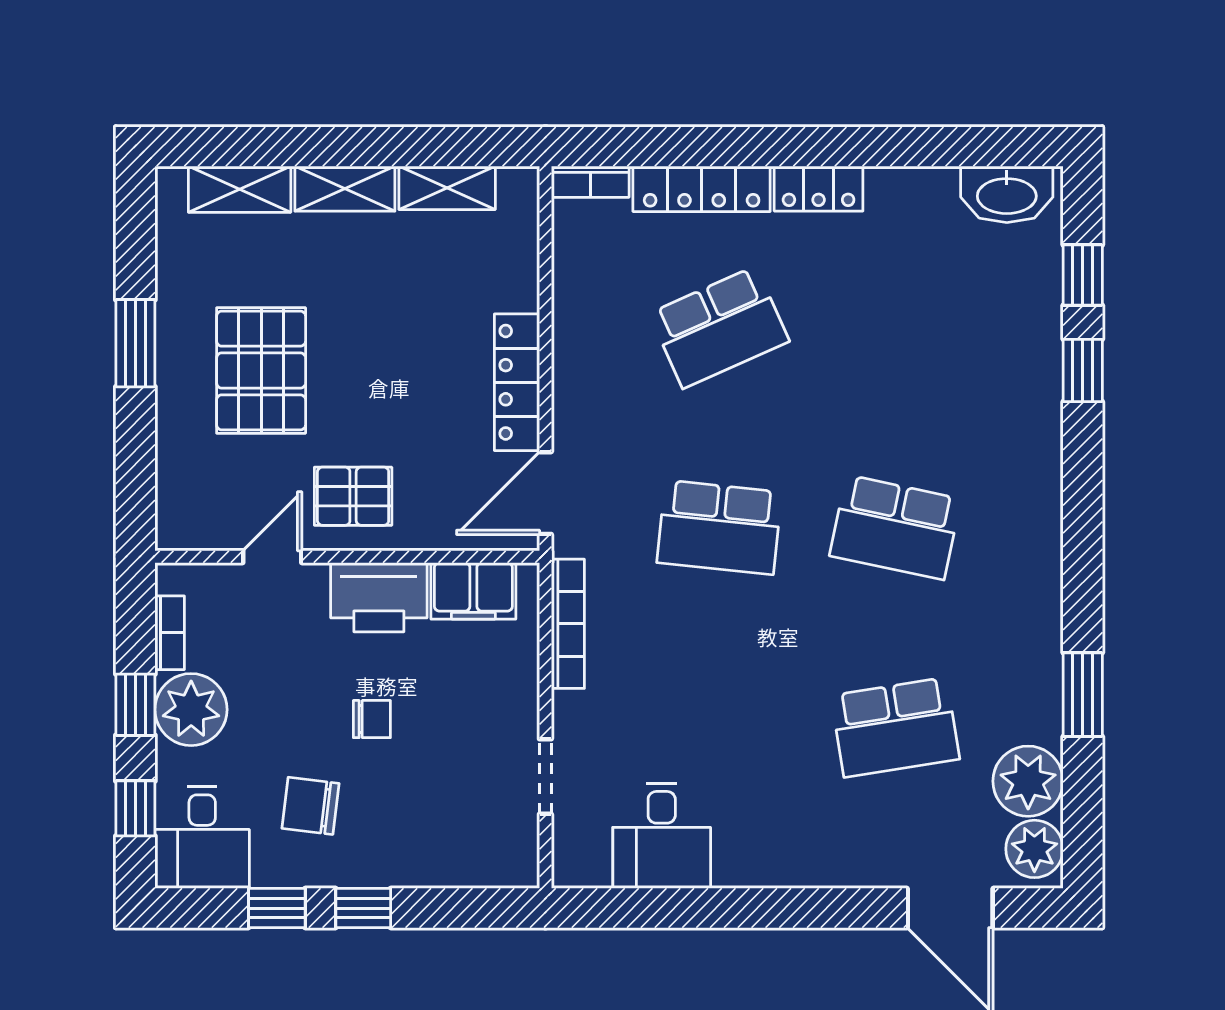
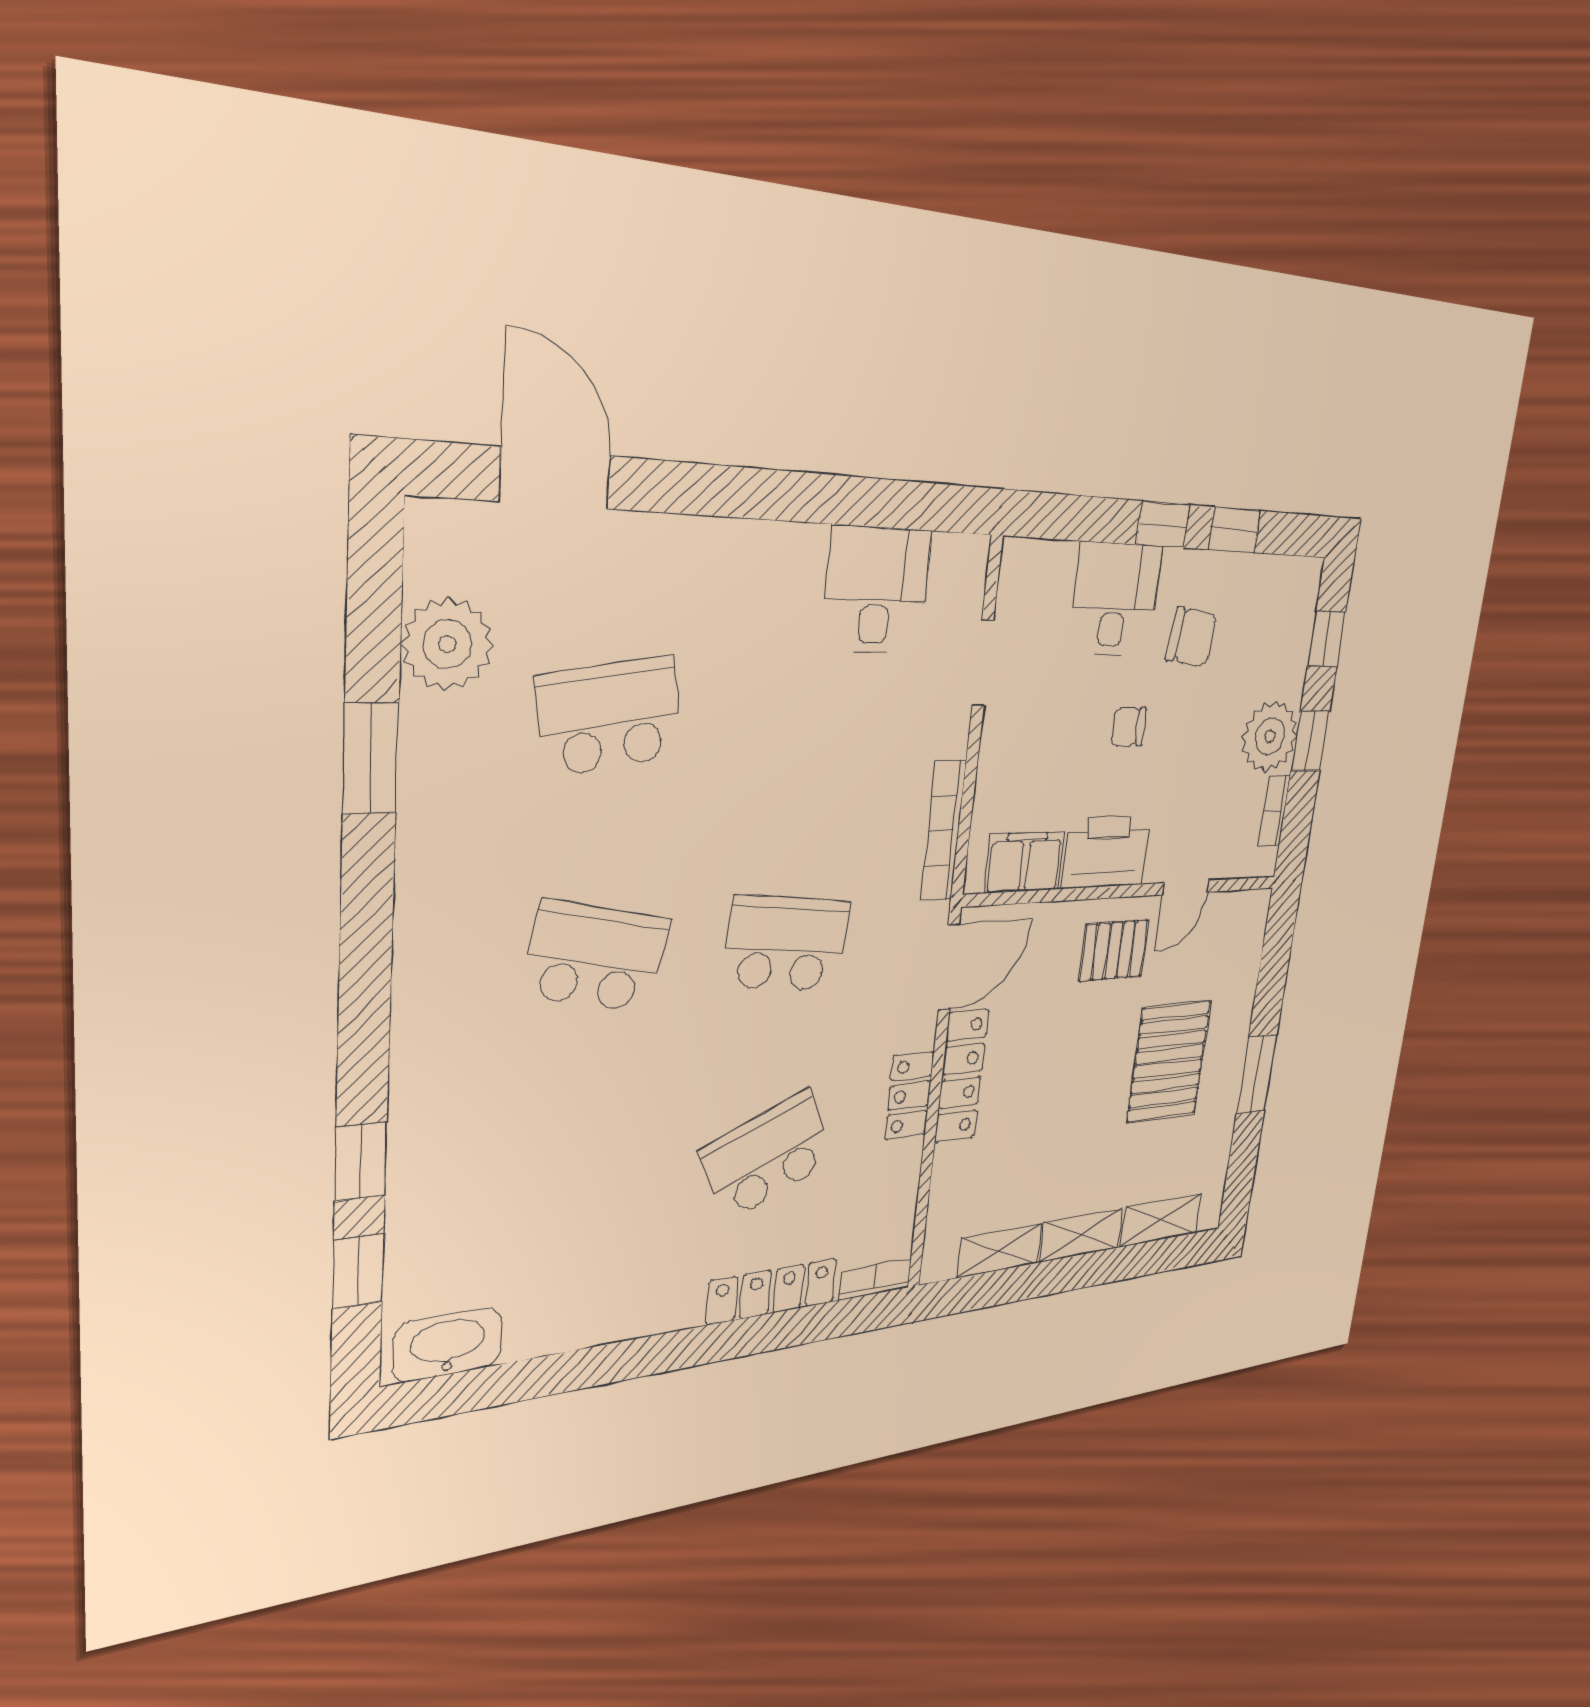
locker: (819, 189) -> (909, 1096), moved, turned -90
desk: (202, 838) -> (1115, 600), moved
plant: (1034, 849) -> (442, 552), removed

